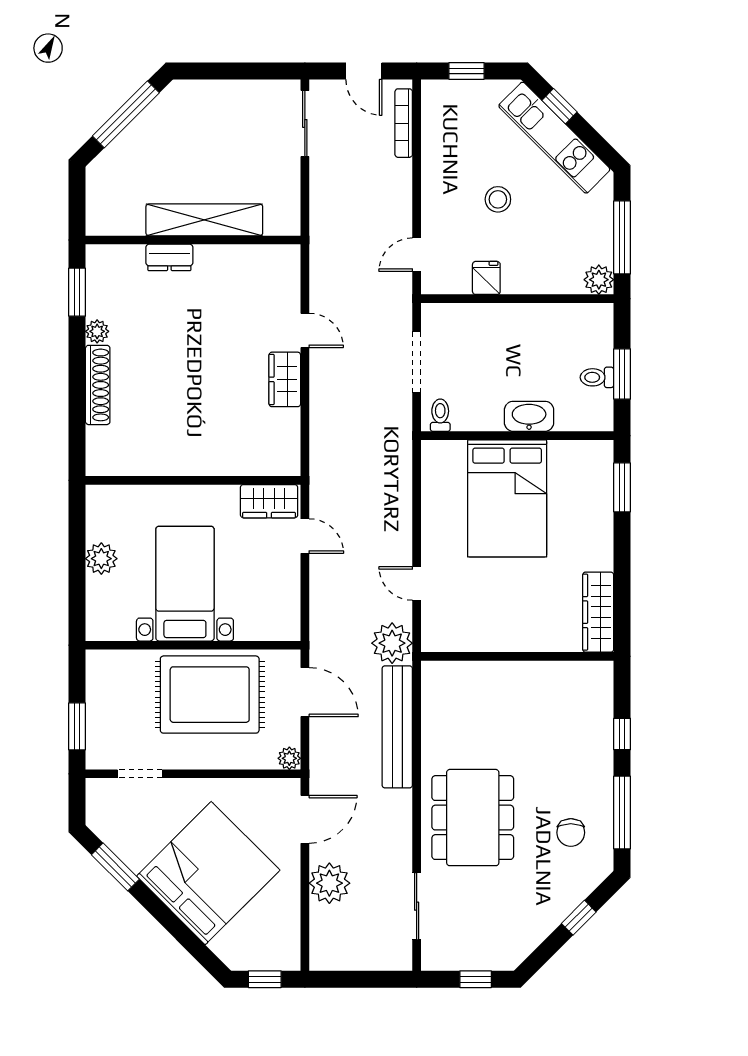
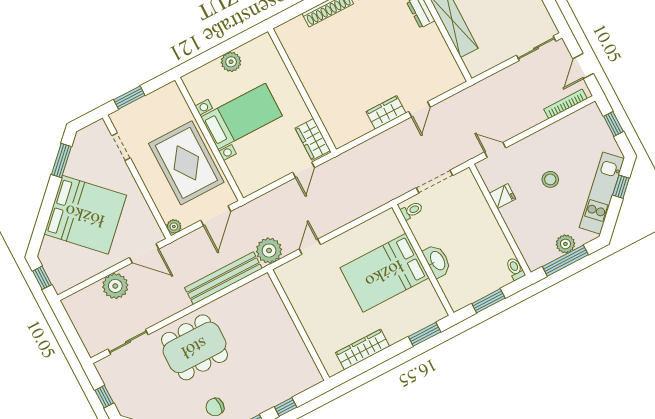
plant: (599, 280) -> (565, 244), moved
toilet: (597, 377) -> (515, 269), moved
wardrobe: (598, 612) -> (363, 350), moved

